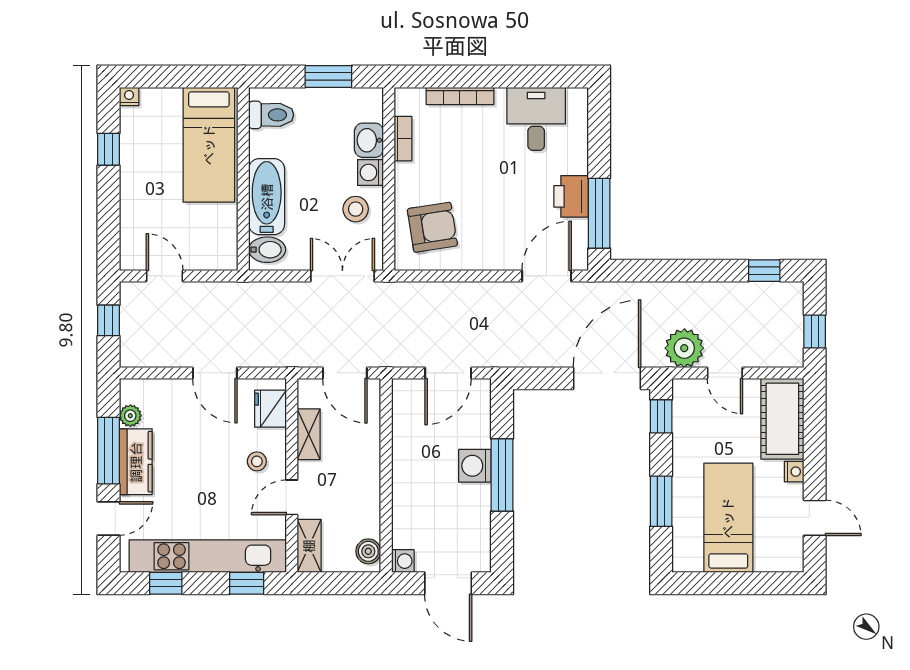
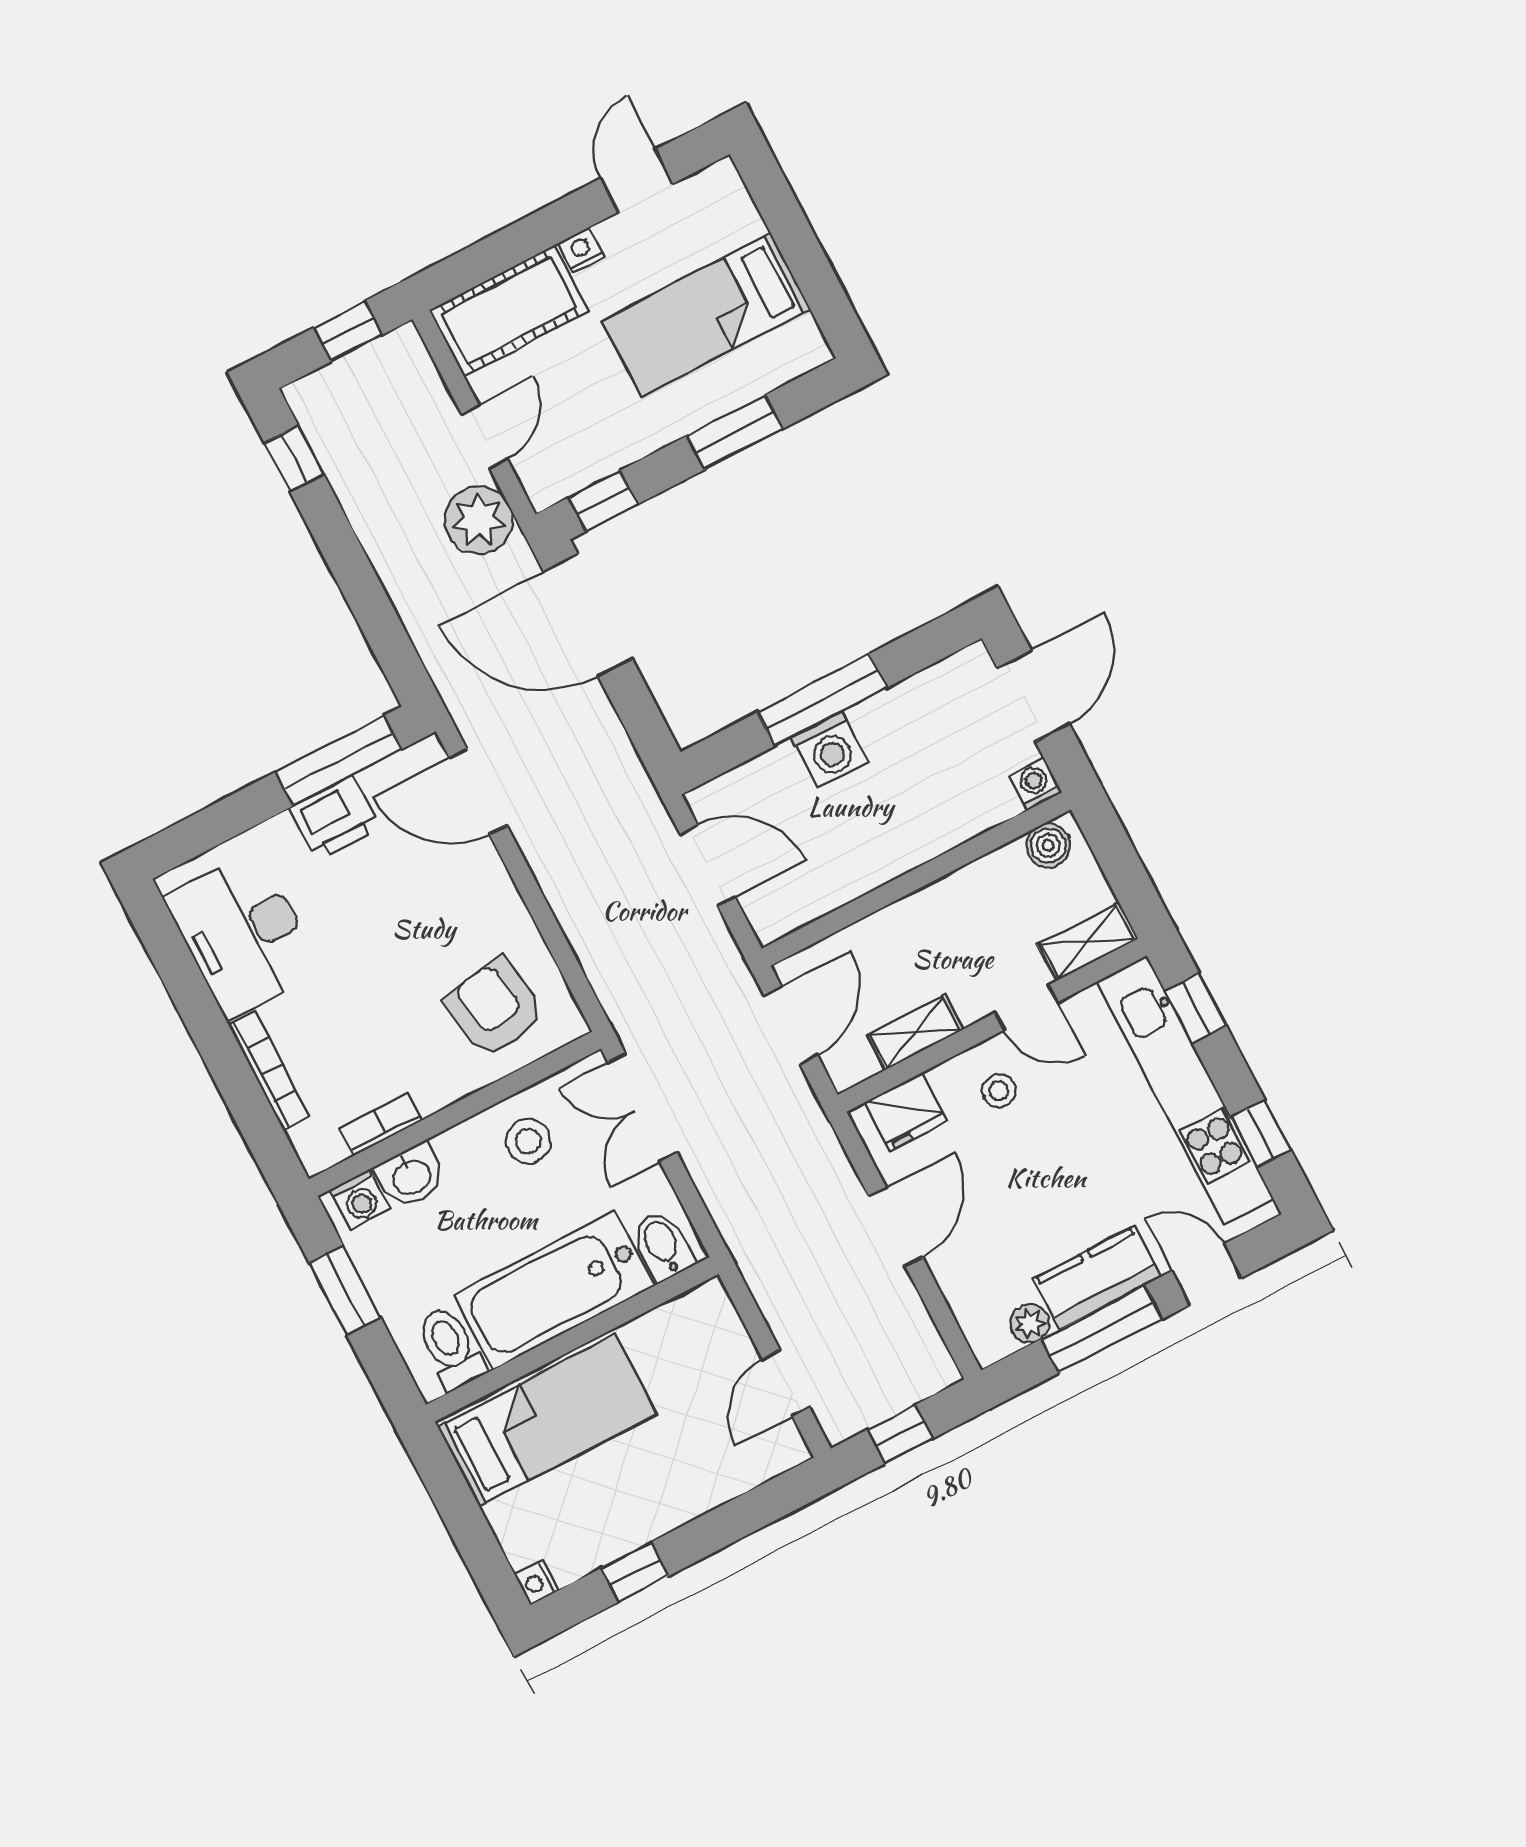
desk: (536, 119) -> (243, 934), width x1.37
washing machine: (371, 172) -> (360, 1199), moved
bathtub: (267, 197) -> (554, 1290), width x1.36, depth x1.36

